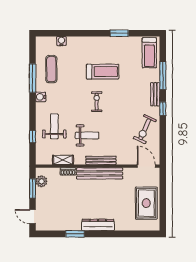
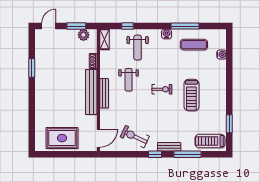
window: (119, 33) -> (229, 124), moved
weight bench: (54, 126) -> (138, 48), turned 90
shelving: (63, 160) -> (105, 39), moved
dresser: (98, 225) -> (41, 90), removed

